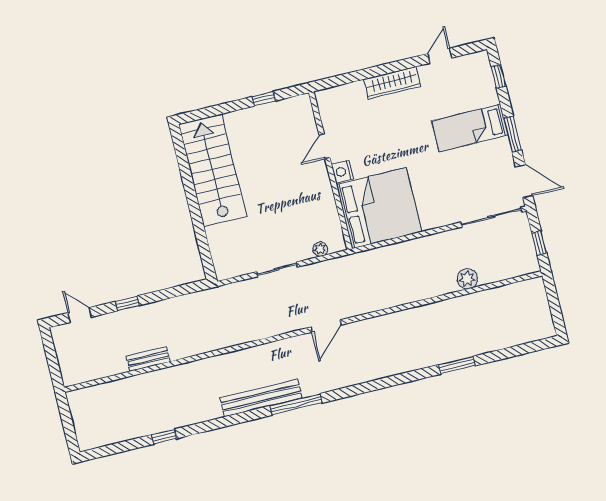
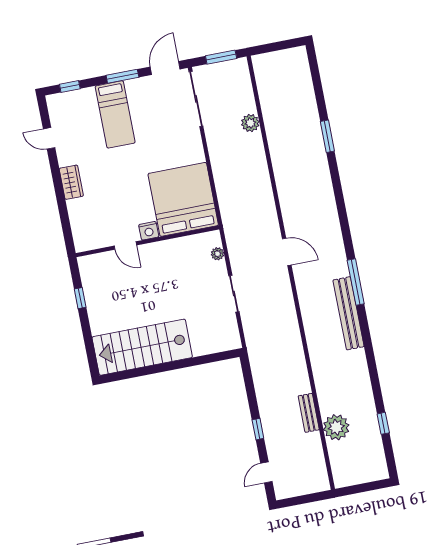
wardrobe: (392, 83) -> (71, 182), width x0.67
window: (539, 243) -> (221, 57), width x1.50
plant: (134, 390) -> (336, 427), added
window: (164, 437) -> (383, 423), moved

